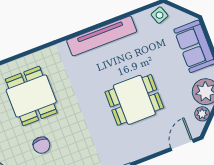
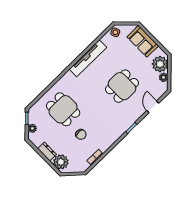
door: (182, 145) -> (153, 107), moved

